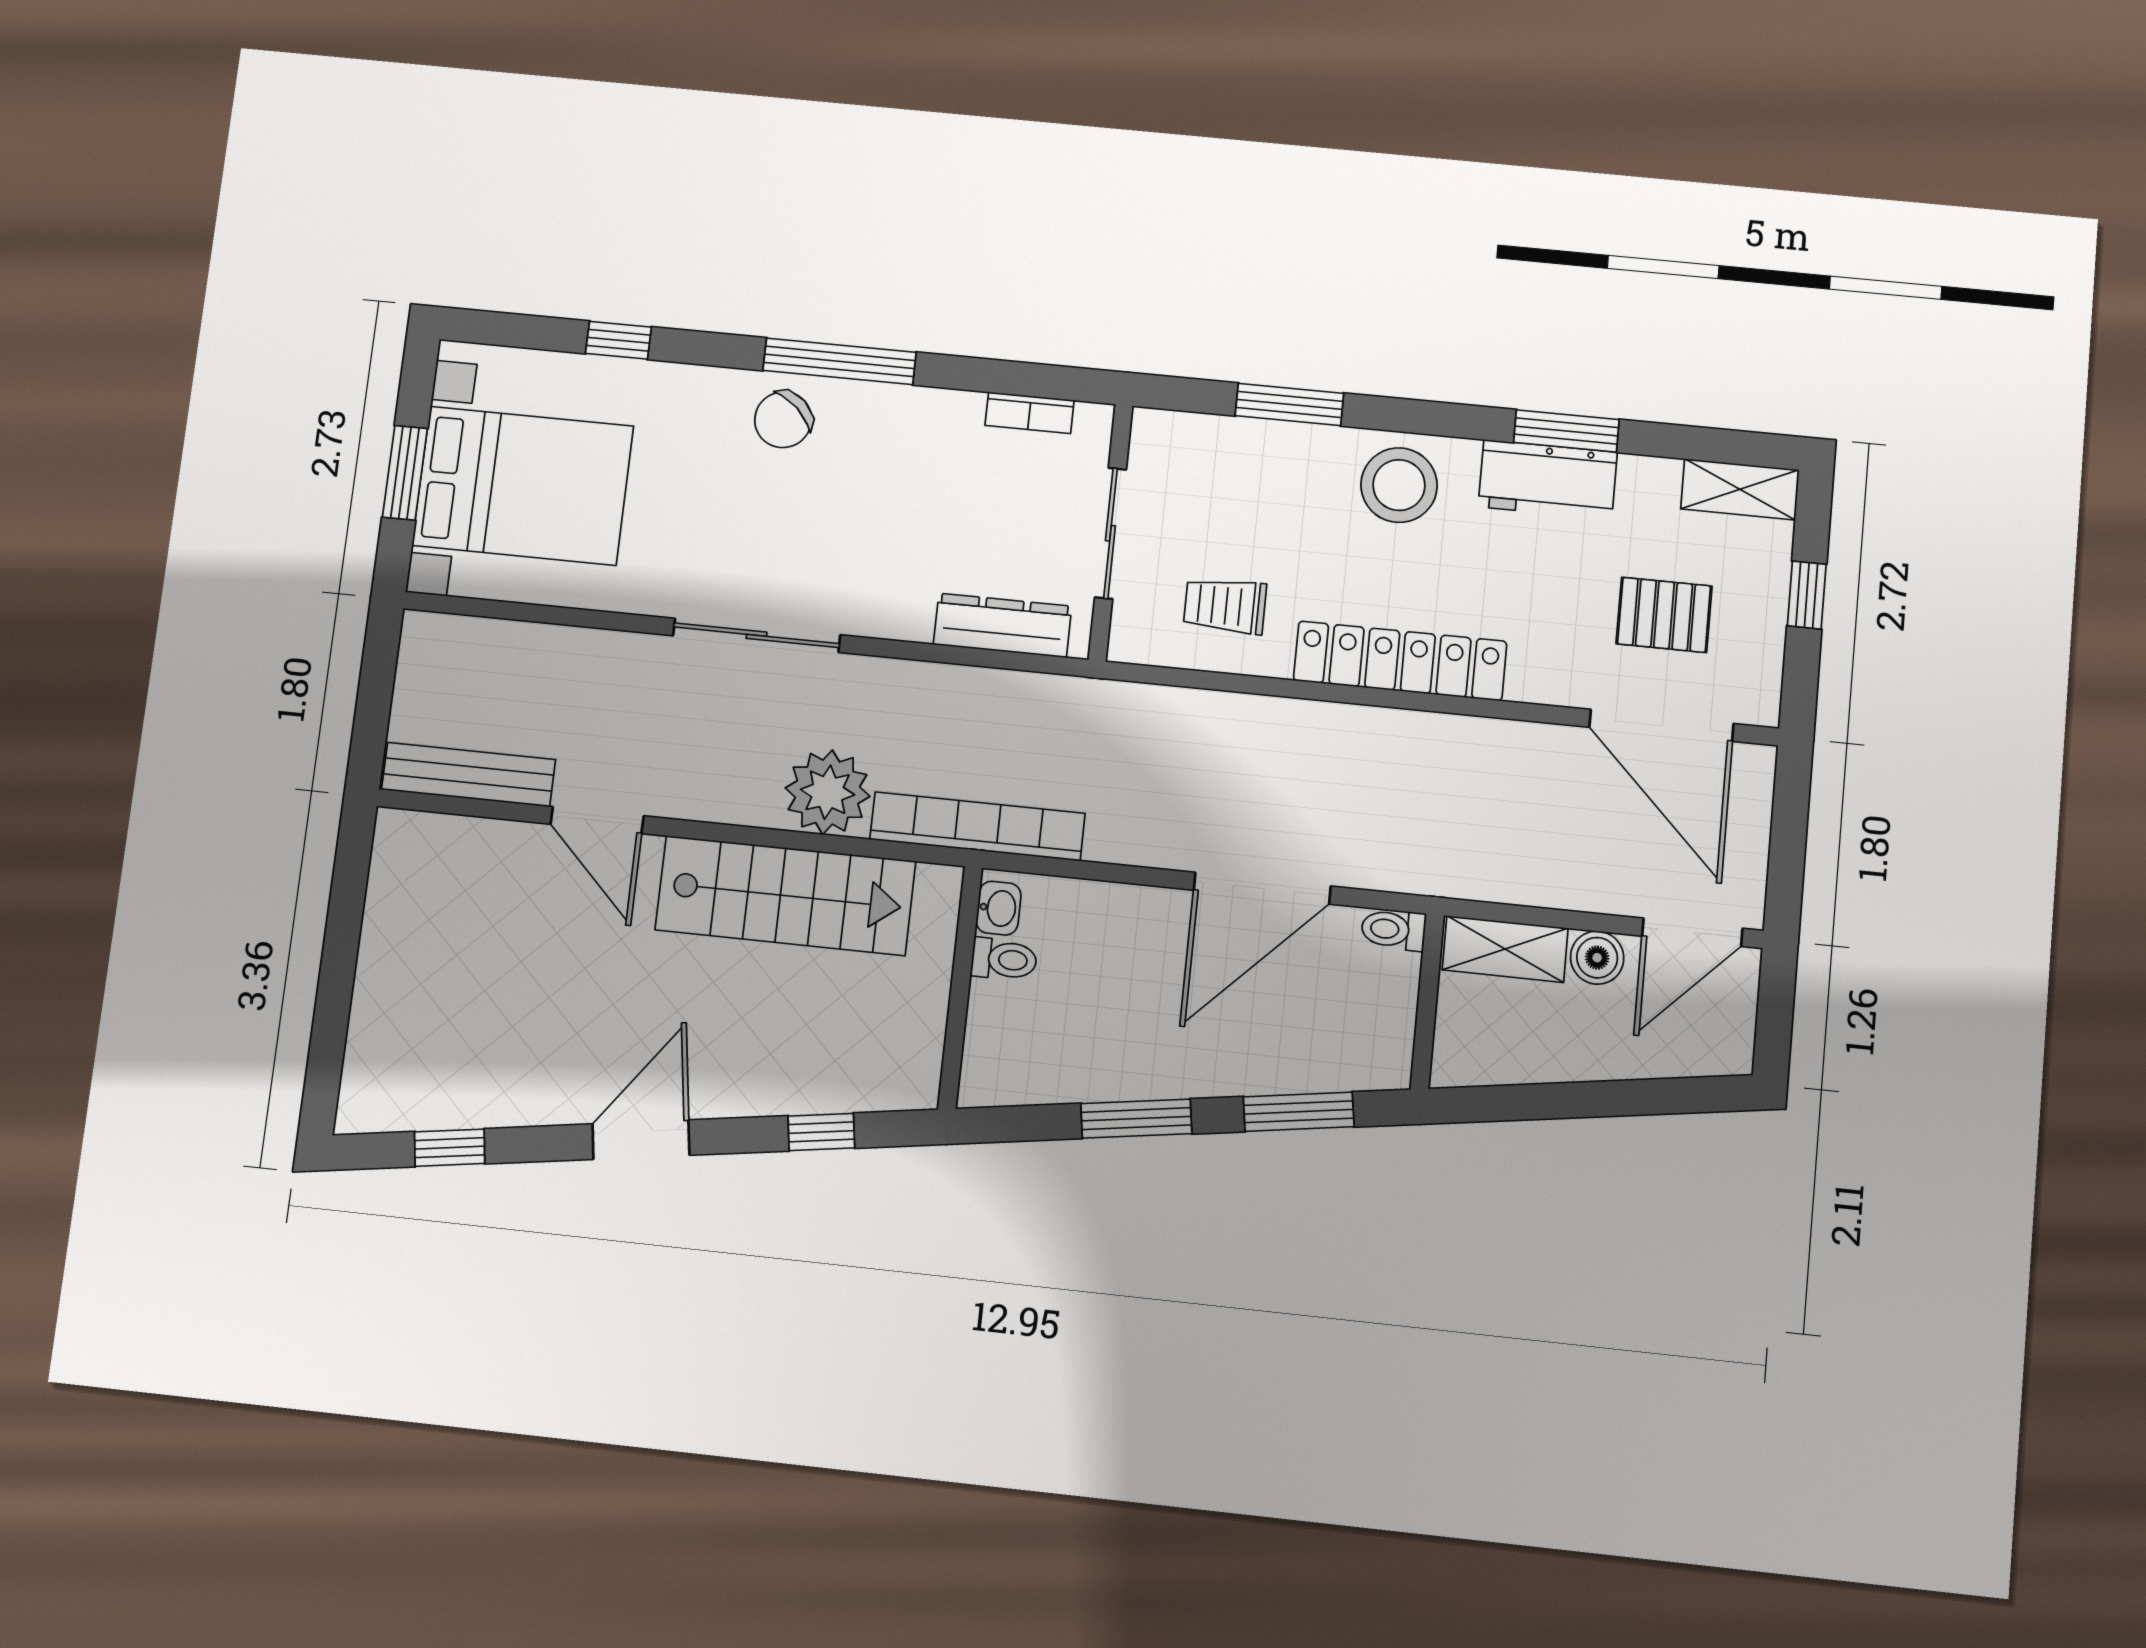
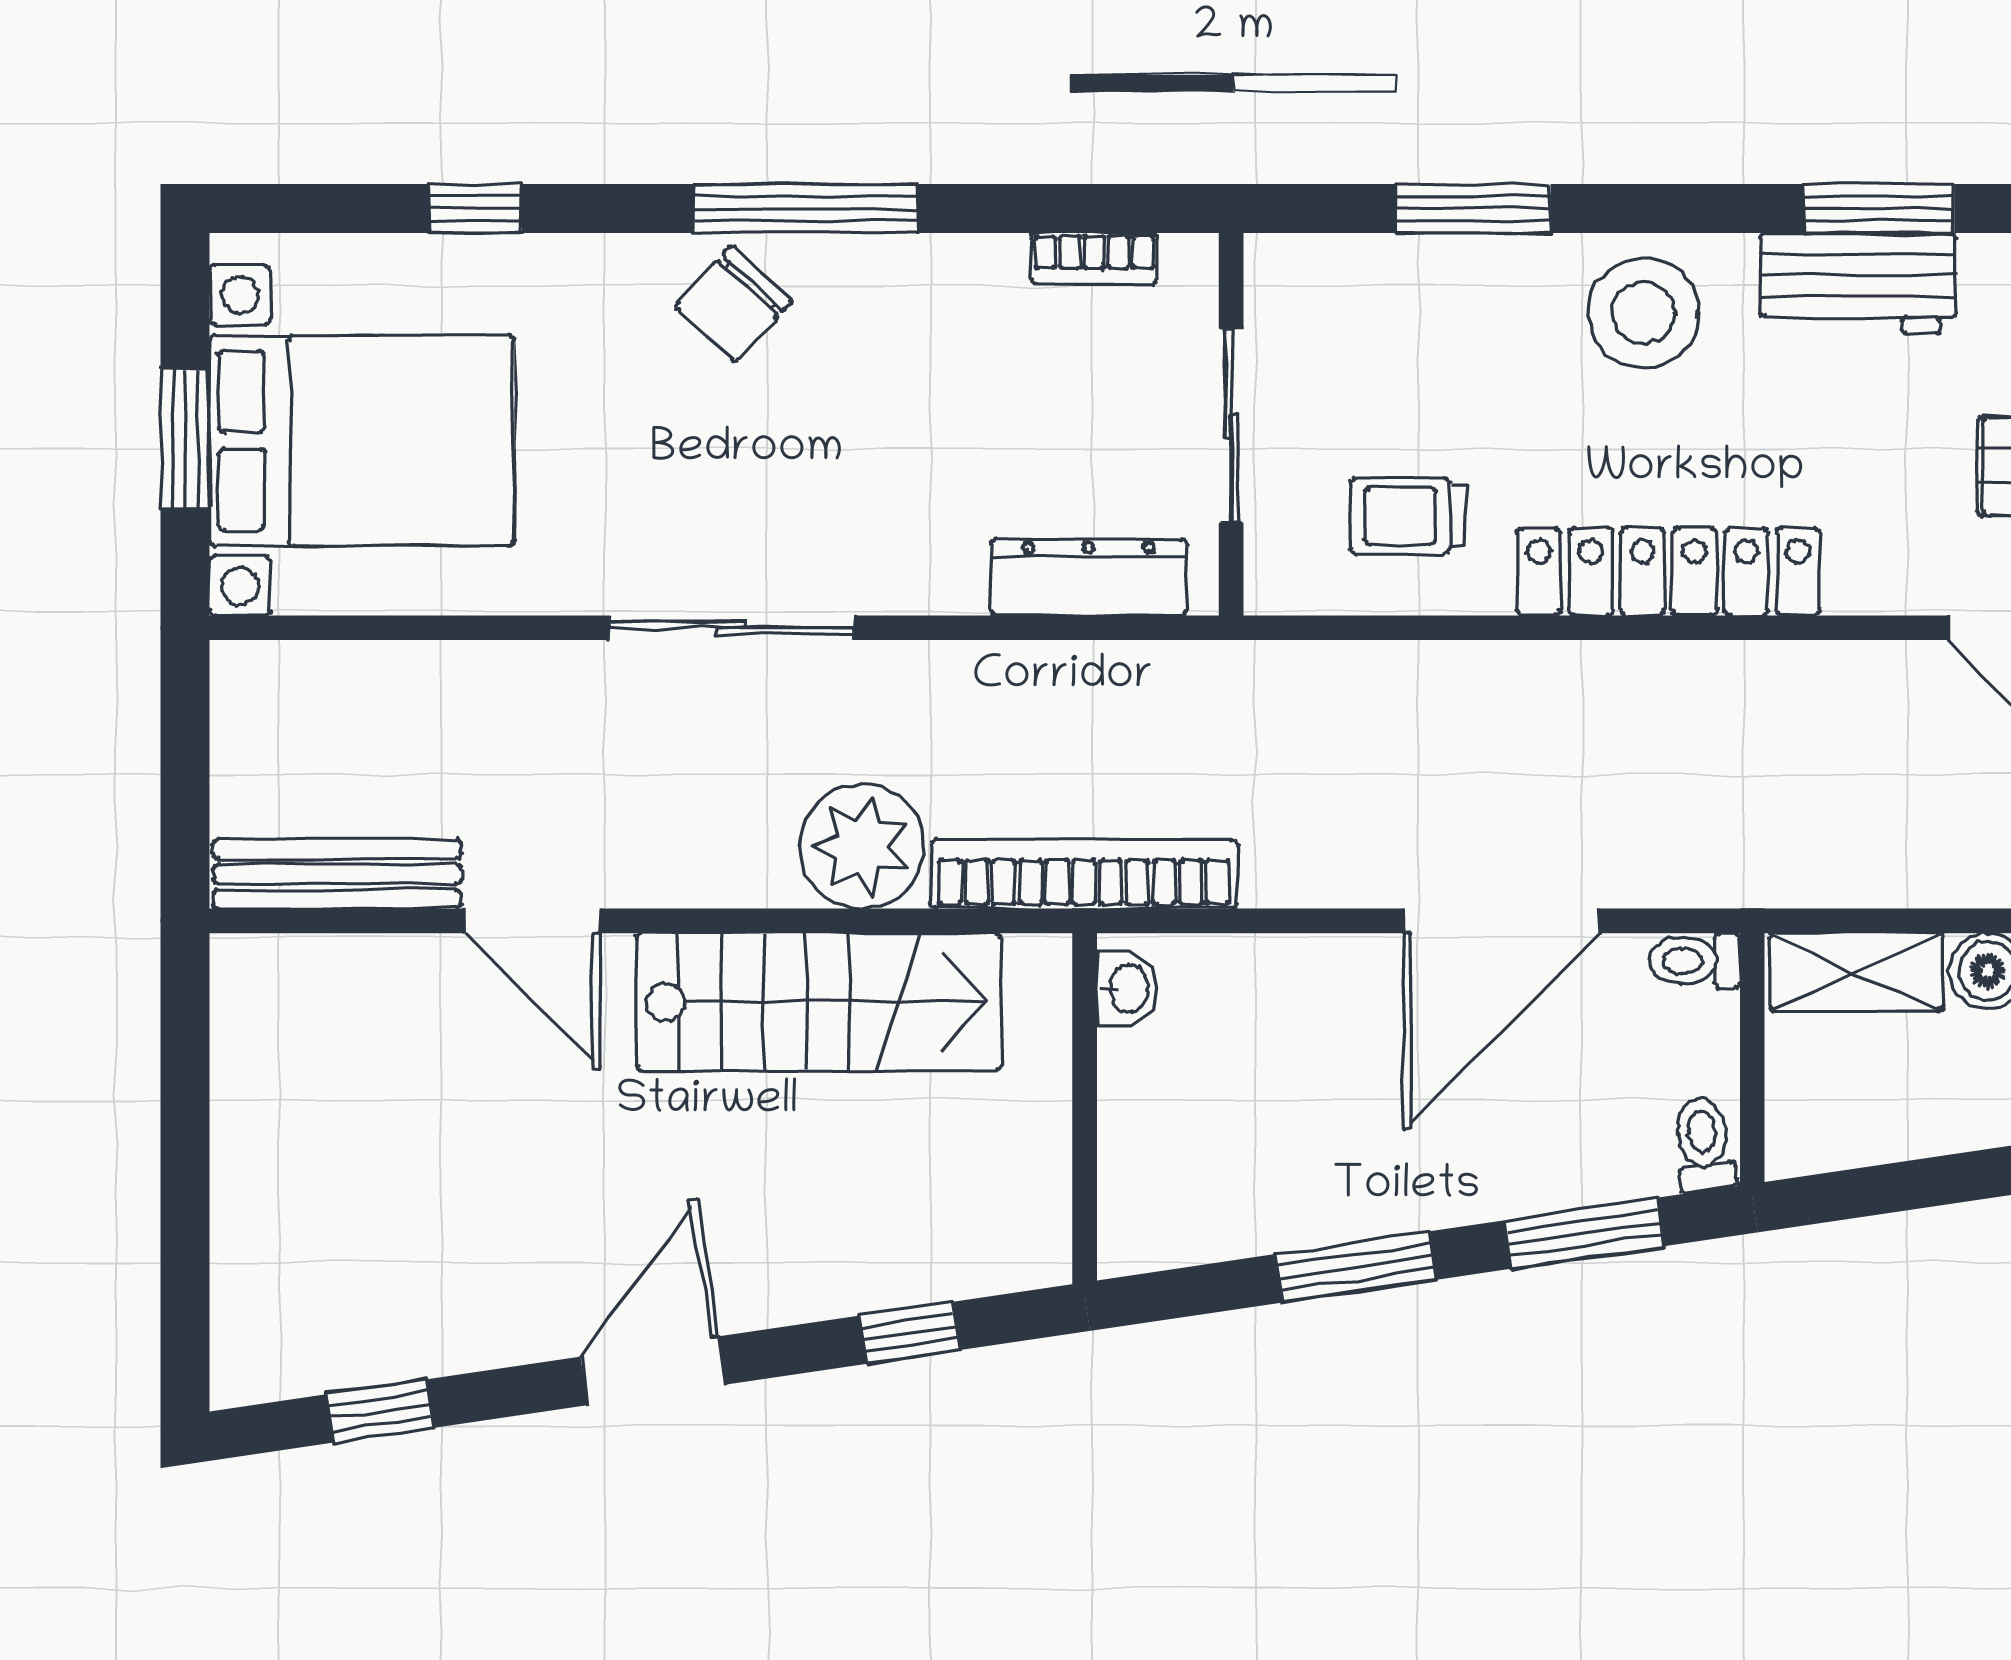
toilet: (1004, 959) -> (1704, 1144), moved, turned -98

